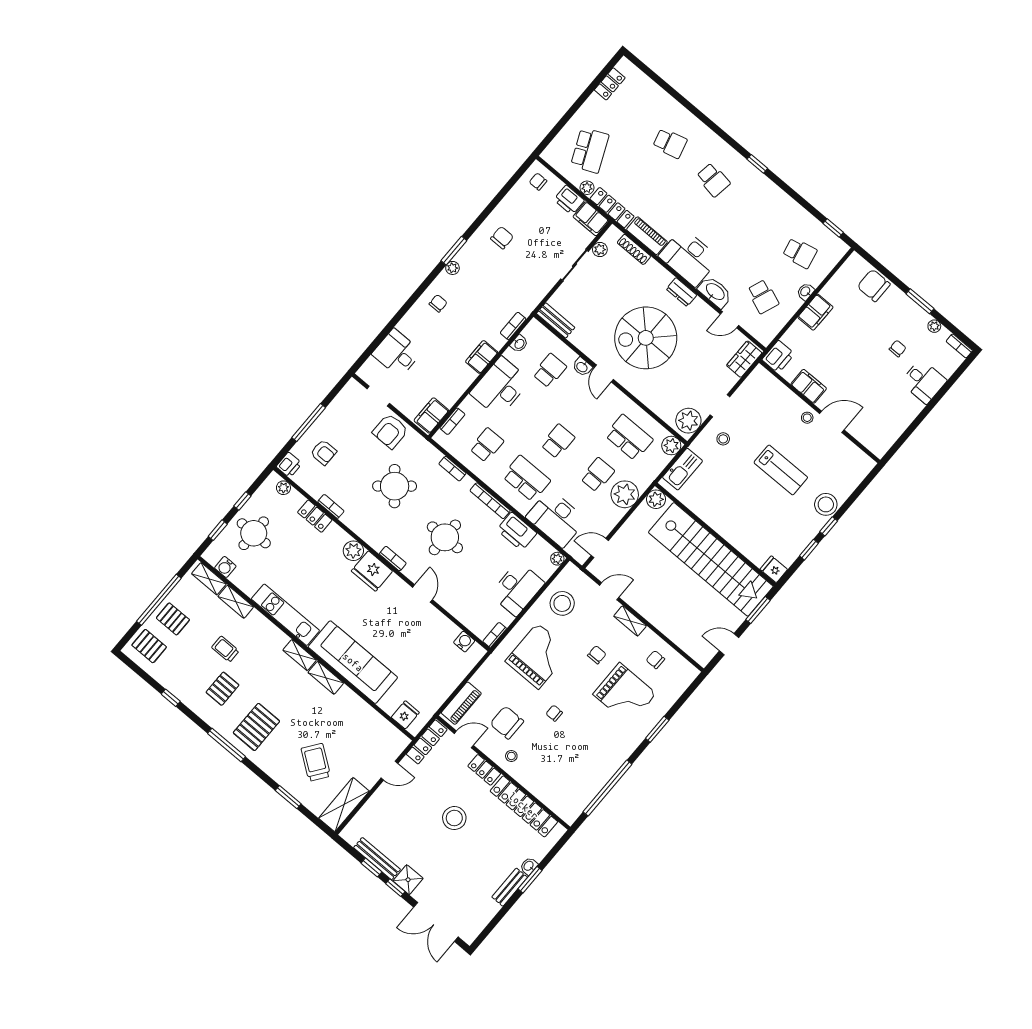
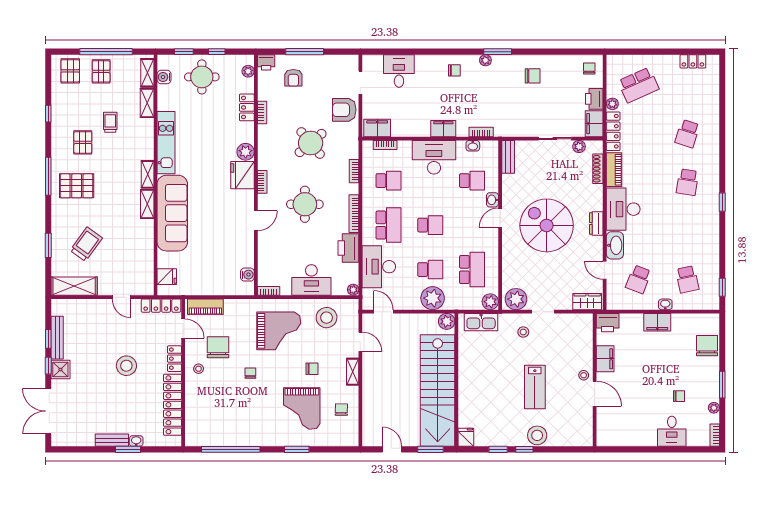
school desk: (670, 143) -> (687, 134), turned 33
pallet: (222, 689) -> (83, 142), turned 90

